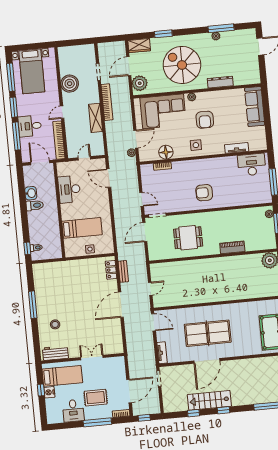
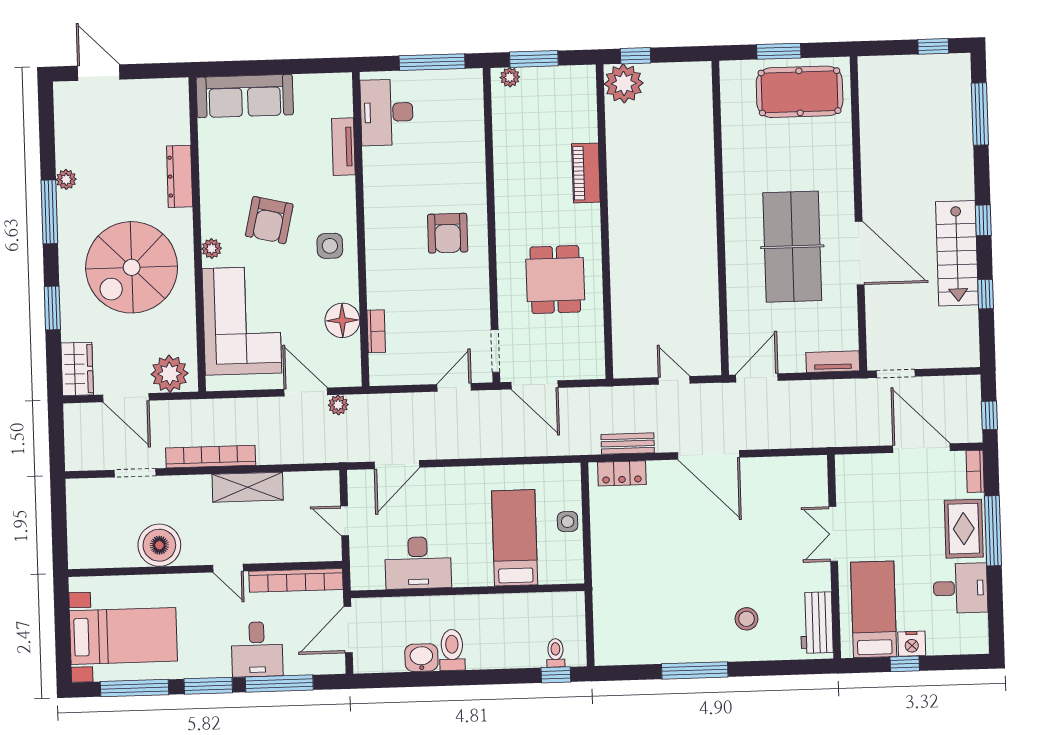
window: (221, 28) -> (49, 212), moved
armchair: (205, 120) -> (269, 220), turned 103
rug: (96, 398) -> (964, 529), moved

